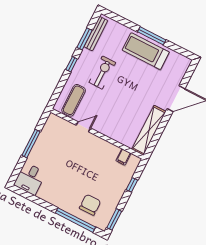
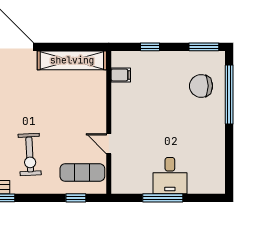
window: (72, 64) -> (76, 198), moved
exercise bike: (102, 72) -> (30, 154), turned -93
desk: (30, 179) -> (170, 176), moved, turned 90

